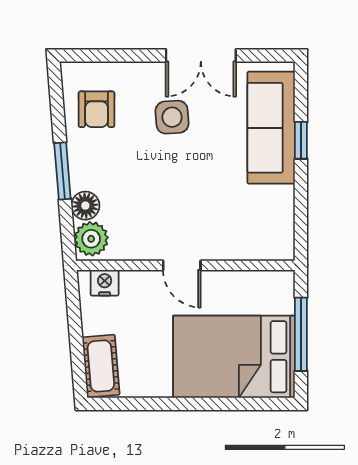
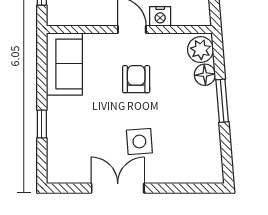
armchair: (96, 109) -> (136, 79), moved
sofa: (271, 128) -> (64, 64), moved, width x0.73
nightstand: (105, 283) -> (160, 16), moved

